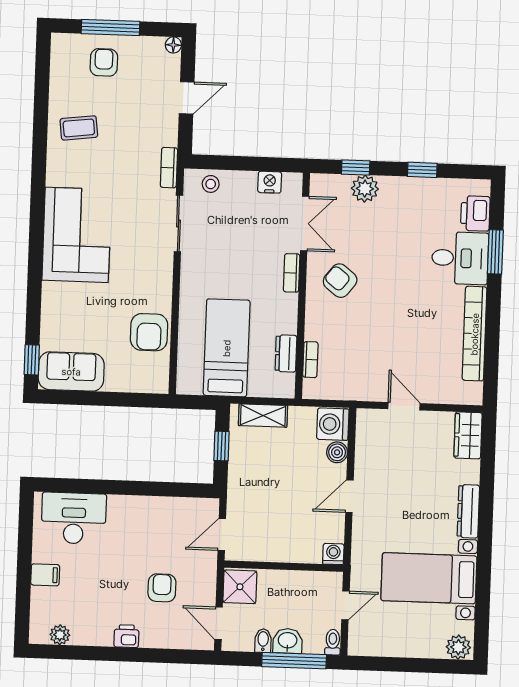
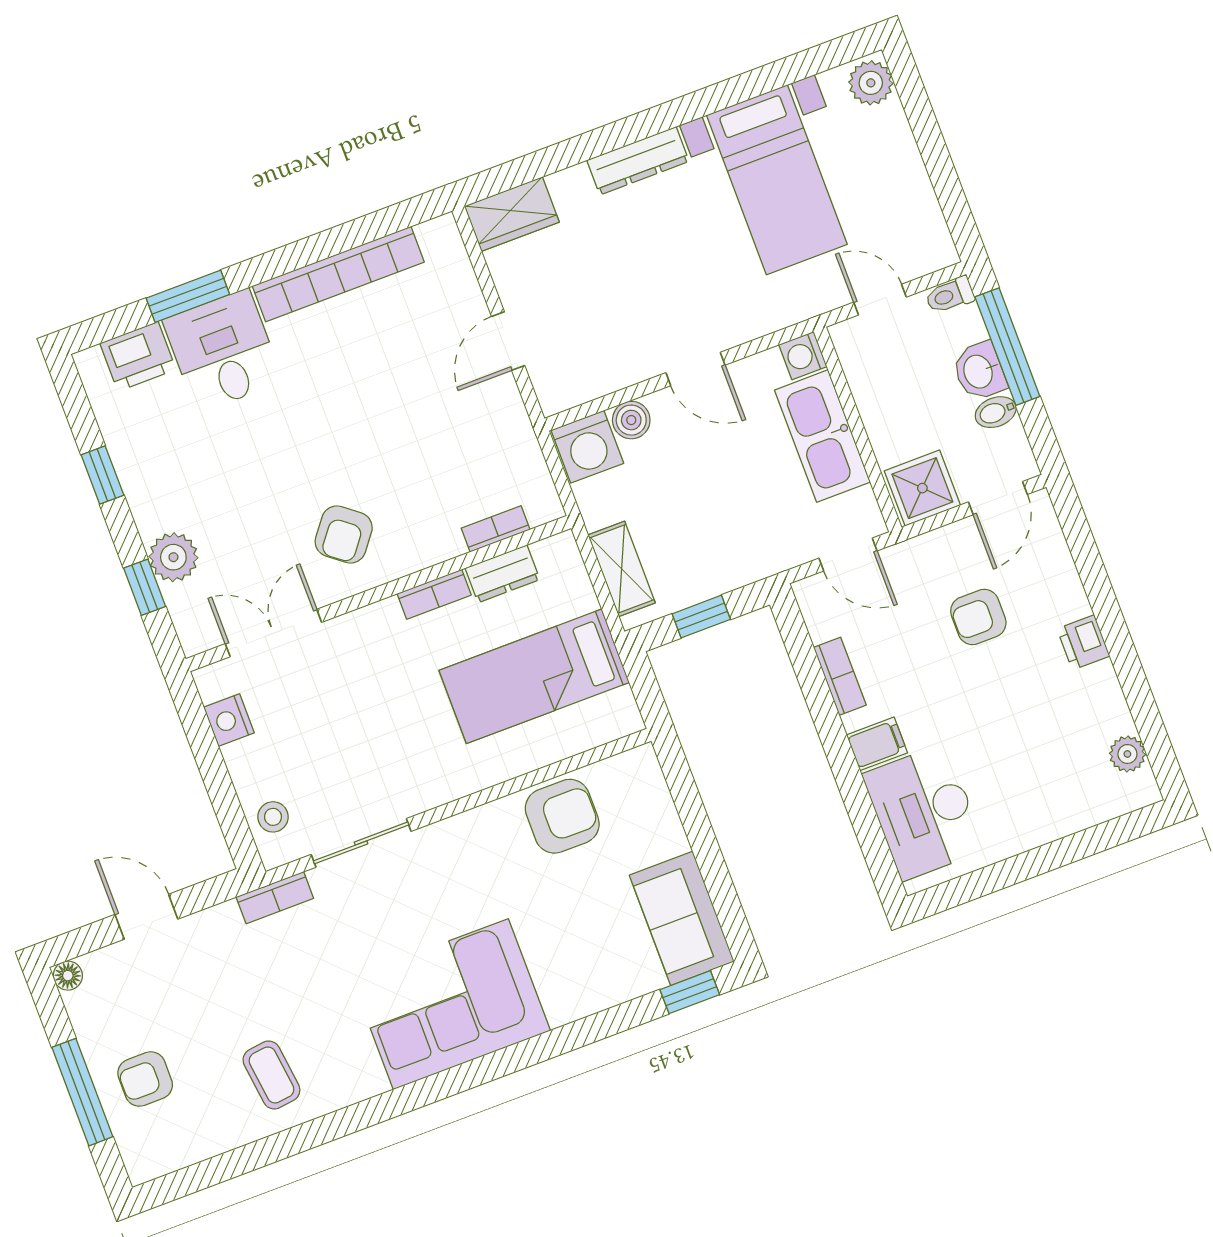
bookcase: (292, 273) -> (434, 594), moved
bookcase: (161, 504) -> (840, 676), added
kitchen sink: (288, 547) -> (822, 436), added
filing cabinet: (45, 575) -> (877, 744), moved, turned 90

